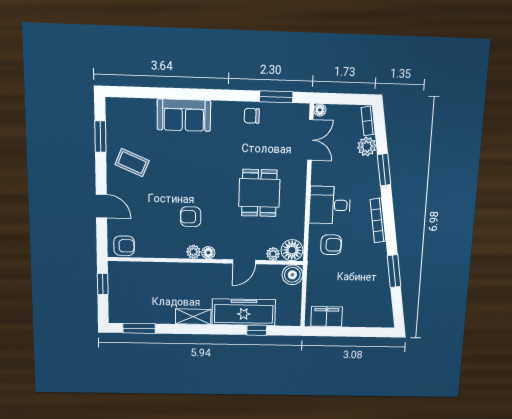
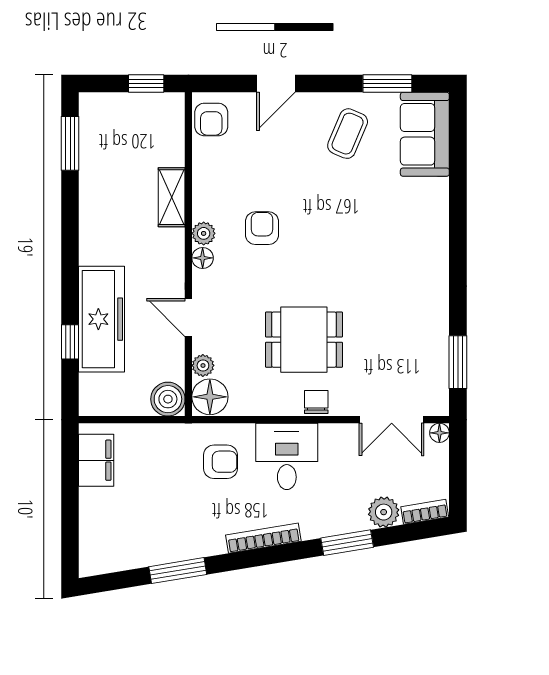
sofa: (184, 115) -> (425, 134), moved
chair: (252, 116) -> (316, 402), moved
armchair: (331, 245) -> (220, 462), turned -90
shelving: (193, 317) -> (172, 197), moved

